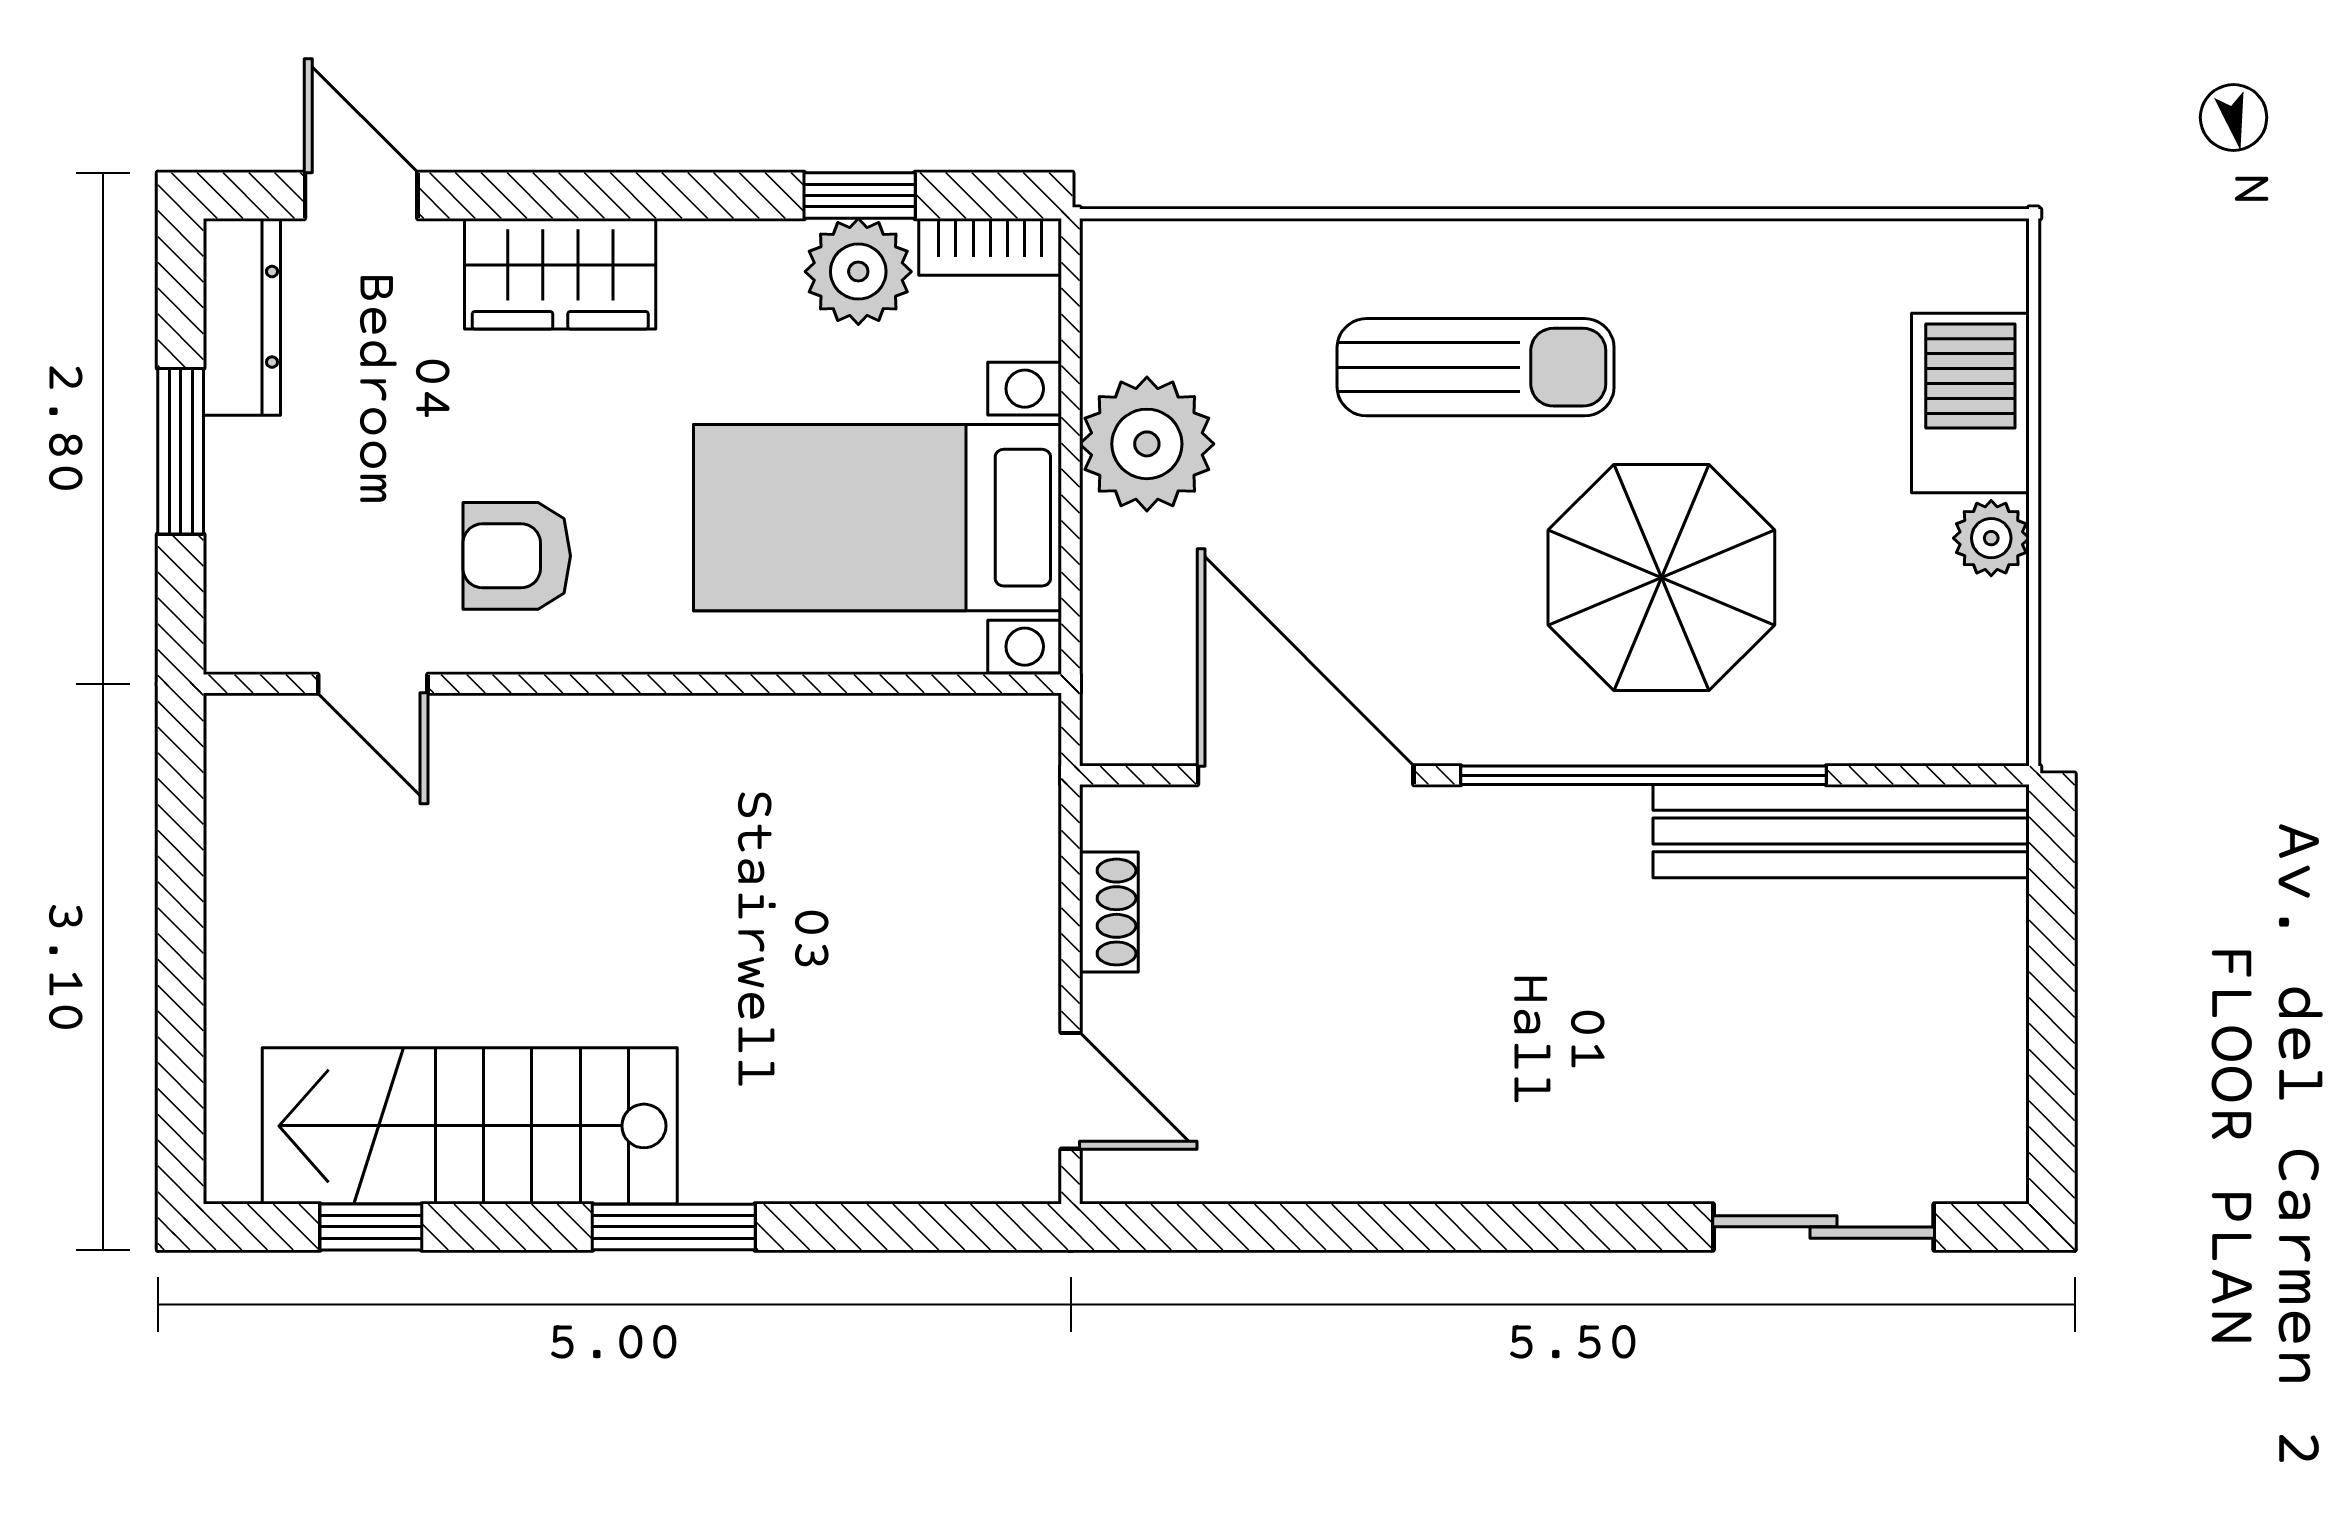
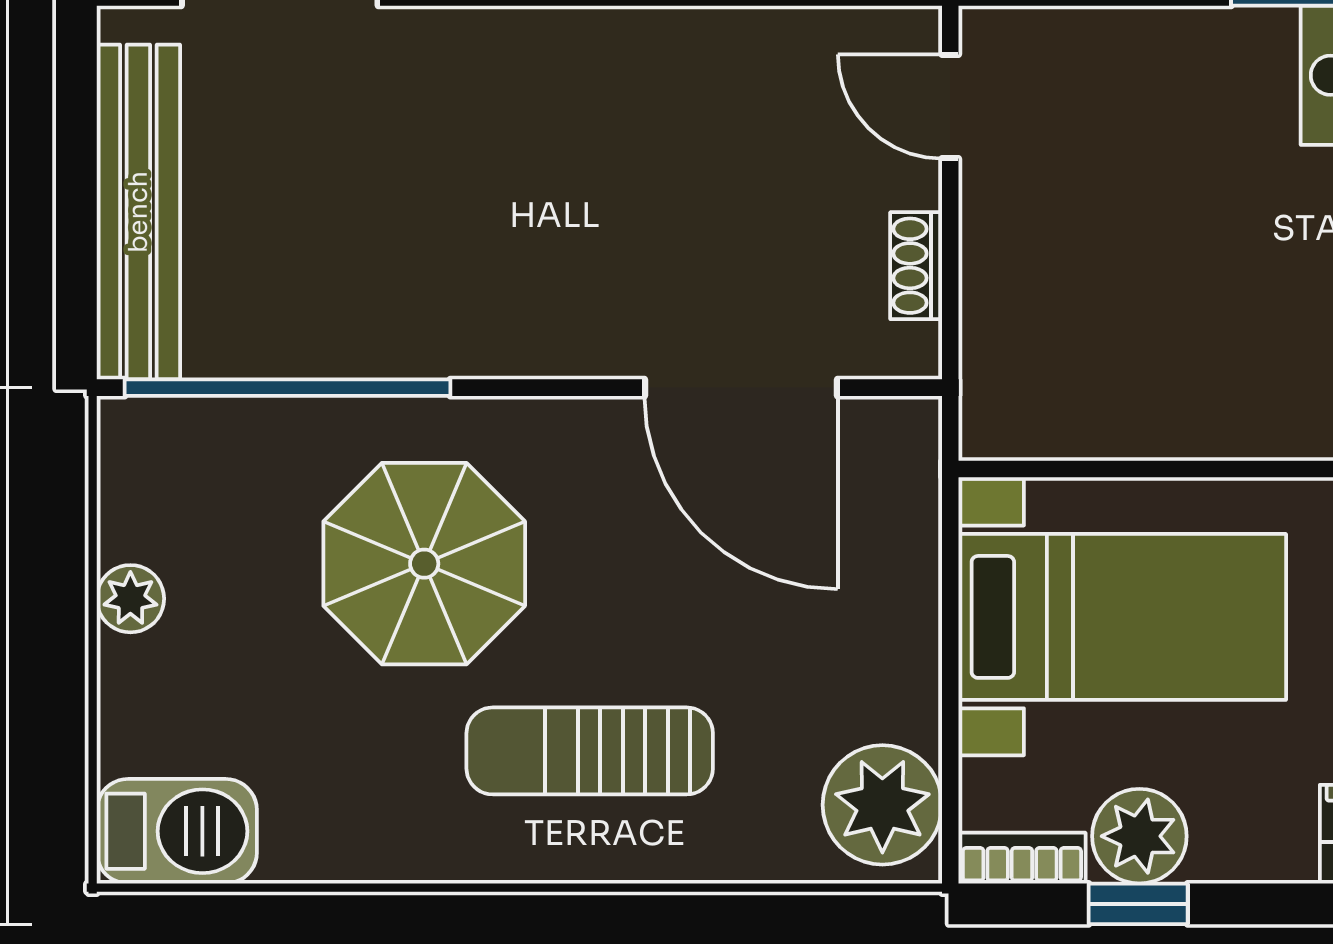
barbecue: (1970, 403) -> (177, 831), moved, turned -90
plant: (1147, 444) -> (882, 805), moved
window: (1644, 775) -> (288, 388), moved
bench: (1841, 831) -> (138, 212), moved, turned 90

